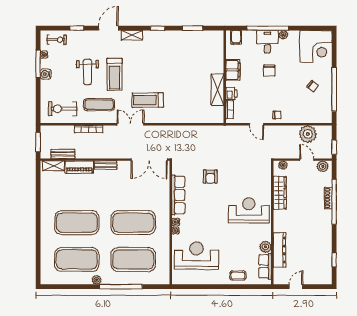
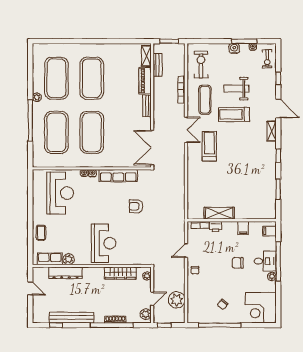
filing cabinet: (233, 70) -> (243, 228), width x0.50
bench: (326, 244) -> (72, 318), added

